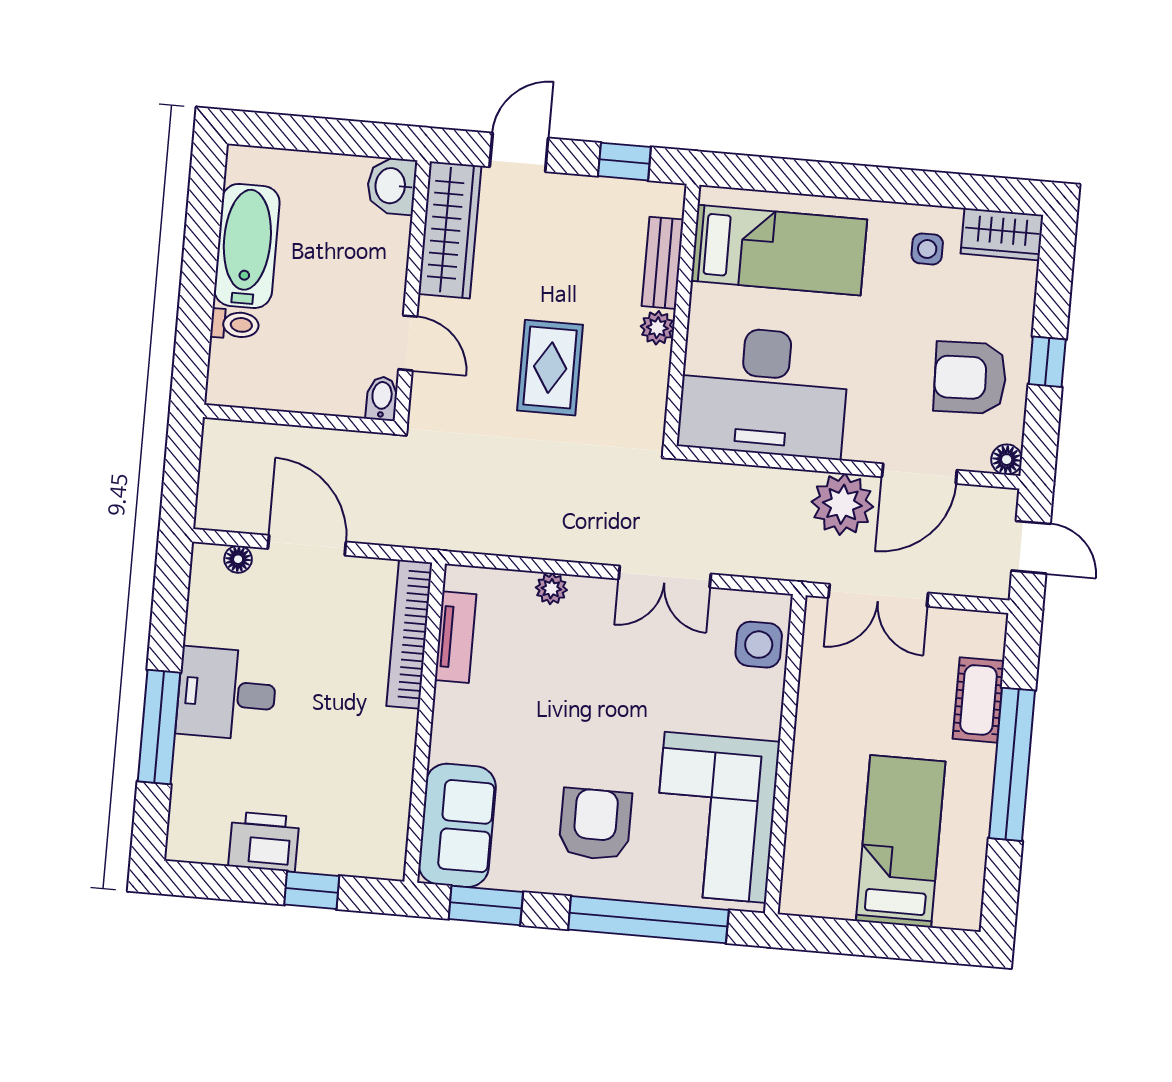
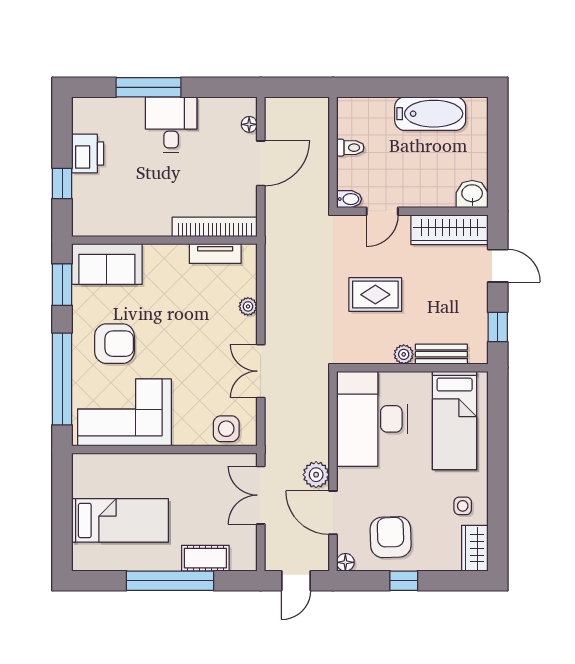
toilet: (235, 324) -> (350, 148), moved, turned -90
plant: (842, 504) -> (316, 475), width x0.73, depth x0.73

